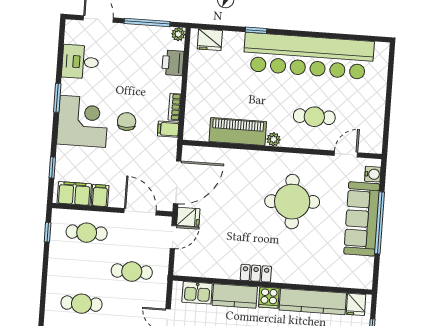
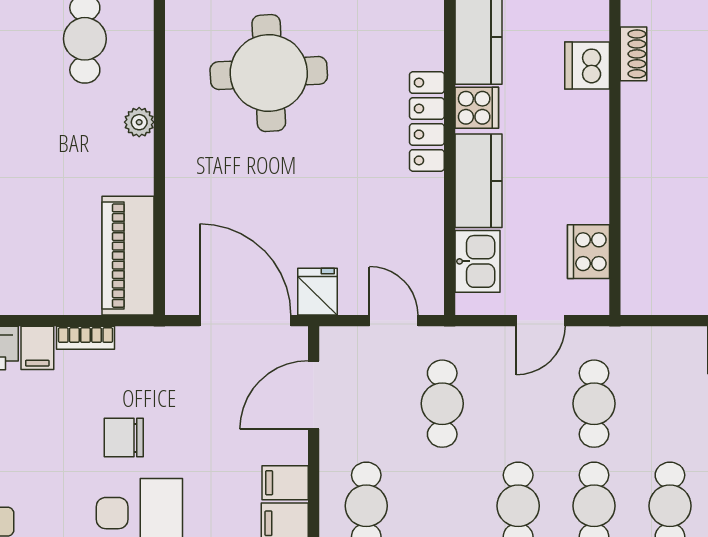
filing cabinet: (168, 129) -> (37, 348), moved
piano: (238, 132) -> (128, 256), moved
door: (173, 237) -> (394, 321), moved
locker: (256, 273) -> (427, 122), width x1.53

